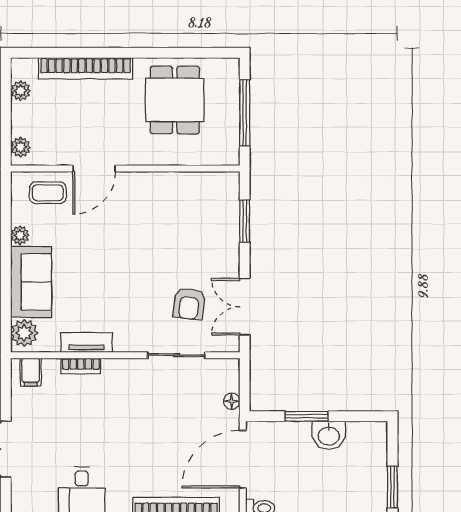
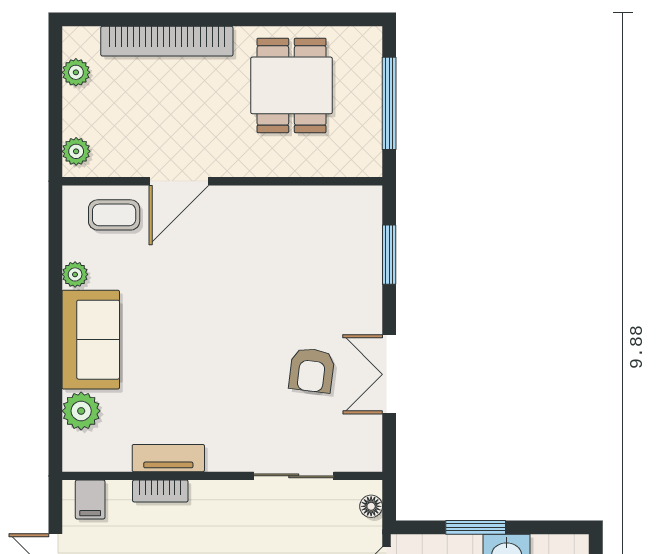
tv unit: (87, 342) -> (168, 458), moved
wall: (125, 355) -> (222, 476), moved
sliding door: (176, 355) -> (294, 476), moved
bookcase: (81, 366) -> (160, 491), moved
filing cabinet: (31, 372) -> (90, 499), moved

